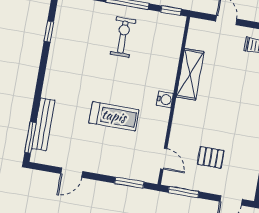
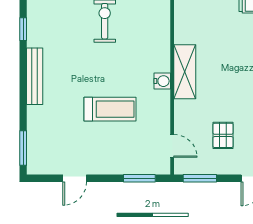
shelving: (190, 74) -> (185, 72), moved
bench: (43, 124) -> (35, 76), moved
pallet: (211, 157) -> (223, 135), turned 90

